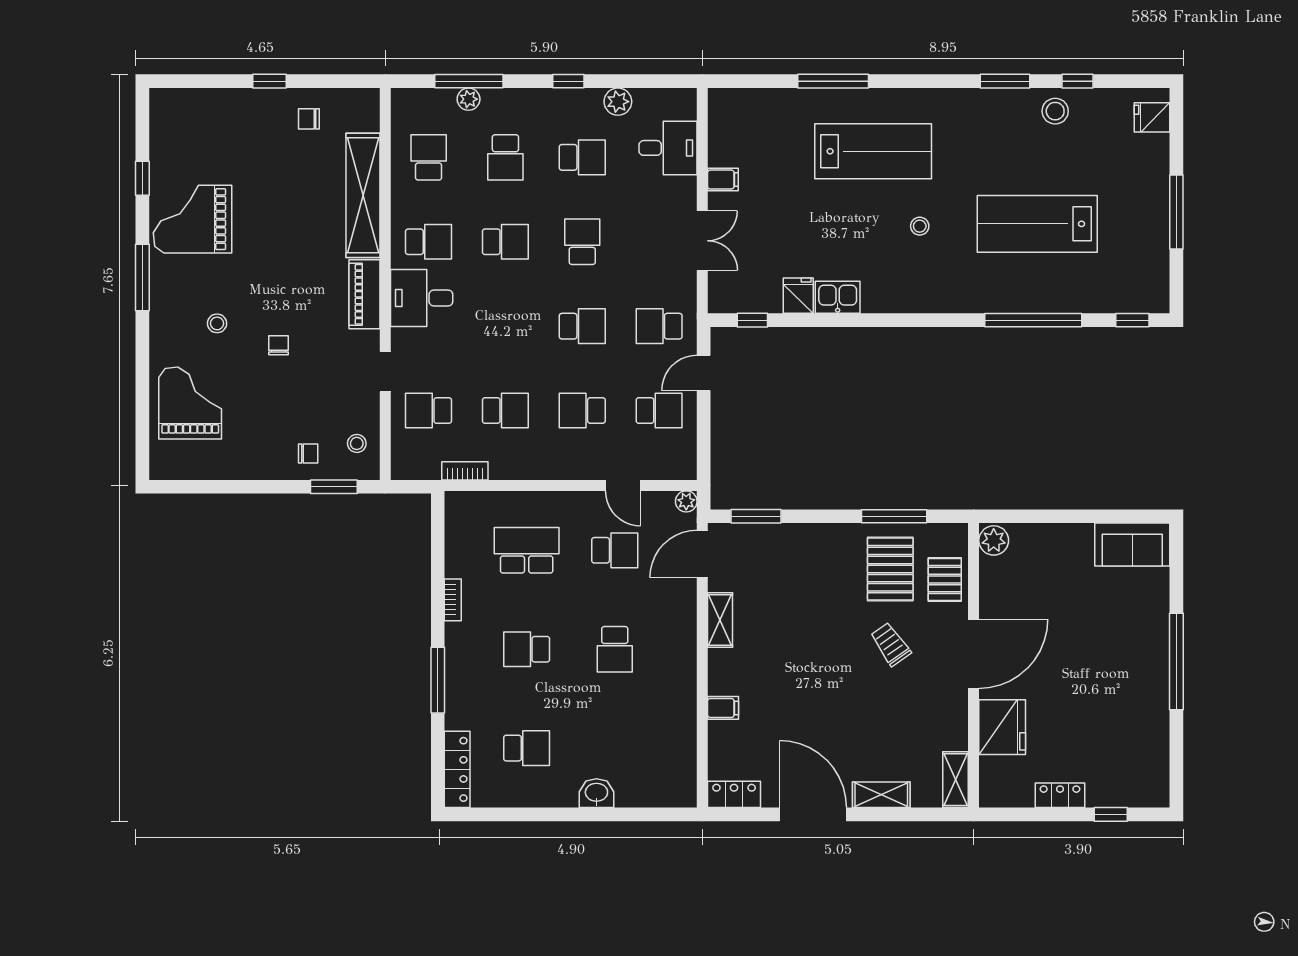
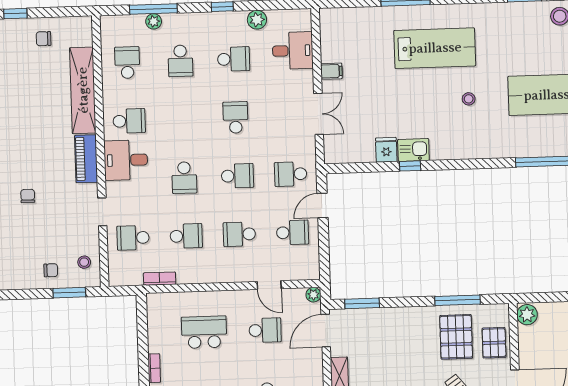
school desk: (505, 242) -> (184, 178), moved, turned 90
window: (752, 320) -> (410, 166), moved

